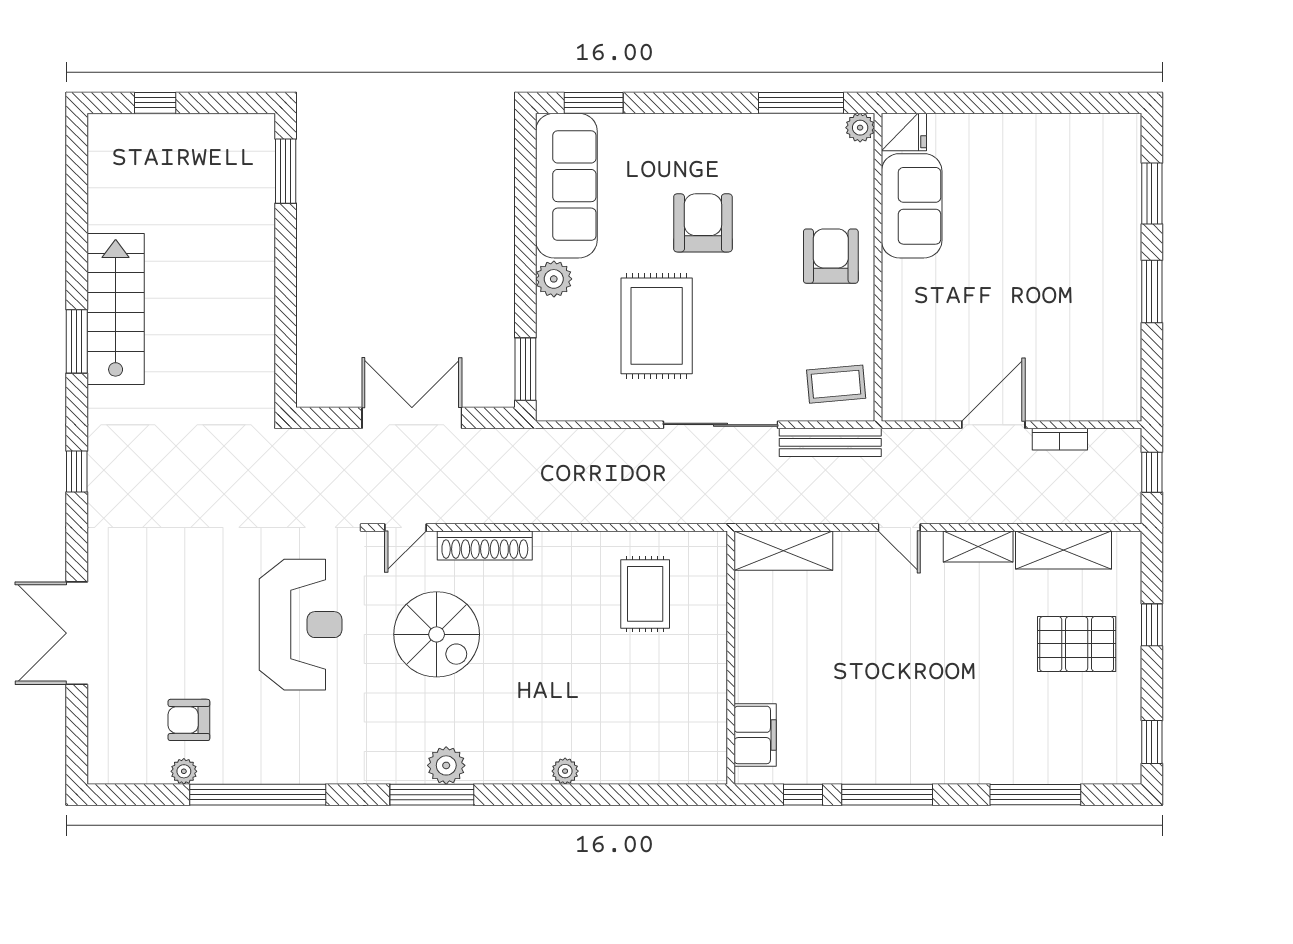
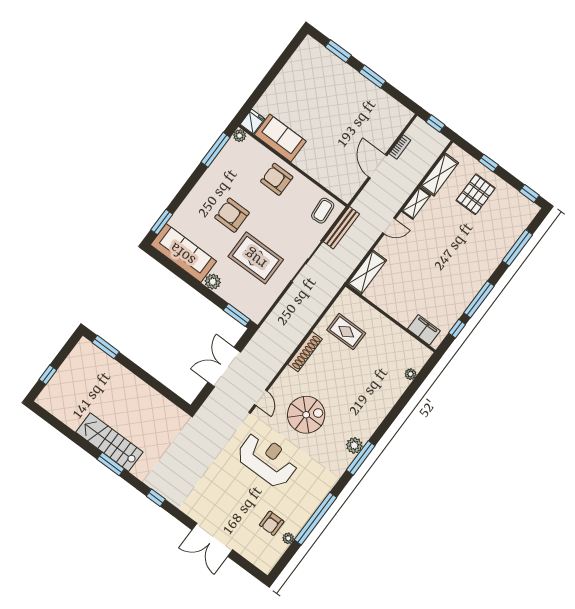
shoe rack: (485, 546) -> (305, 352), moved
plant: (565, 771) -> (411, 374), moved

